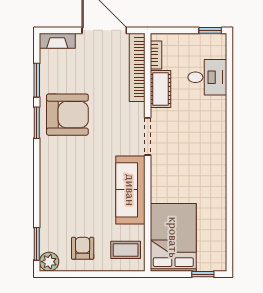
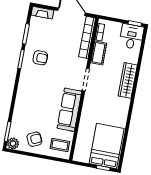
desk: (207, 77) -> (131, 37), moved, turned -90
armchair: (67, 115) -> (40, 58), width x0.53, depth x0.53
wardrobe: (216, 125) -> (128, 80), added
bed: (173, 237) -> (107, 146), moved
armchair: (83, 248) -> (34, 139), turned 65

